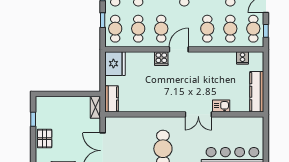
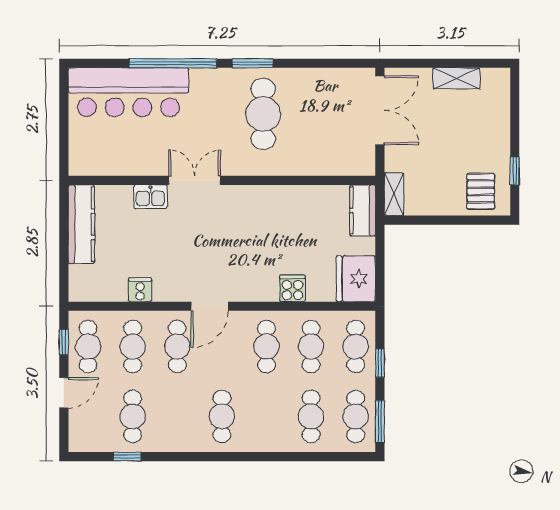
door: (179, 49) -> (210, 306), moved
cooker: (243, 58) -> (140, 290), moved
cooker: (161, 59) -> (292, 288), moved
pallet: (45, 139) -> (481, 191), moved

